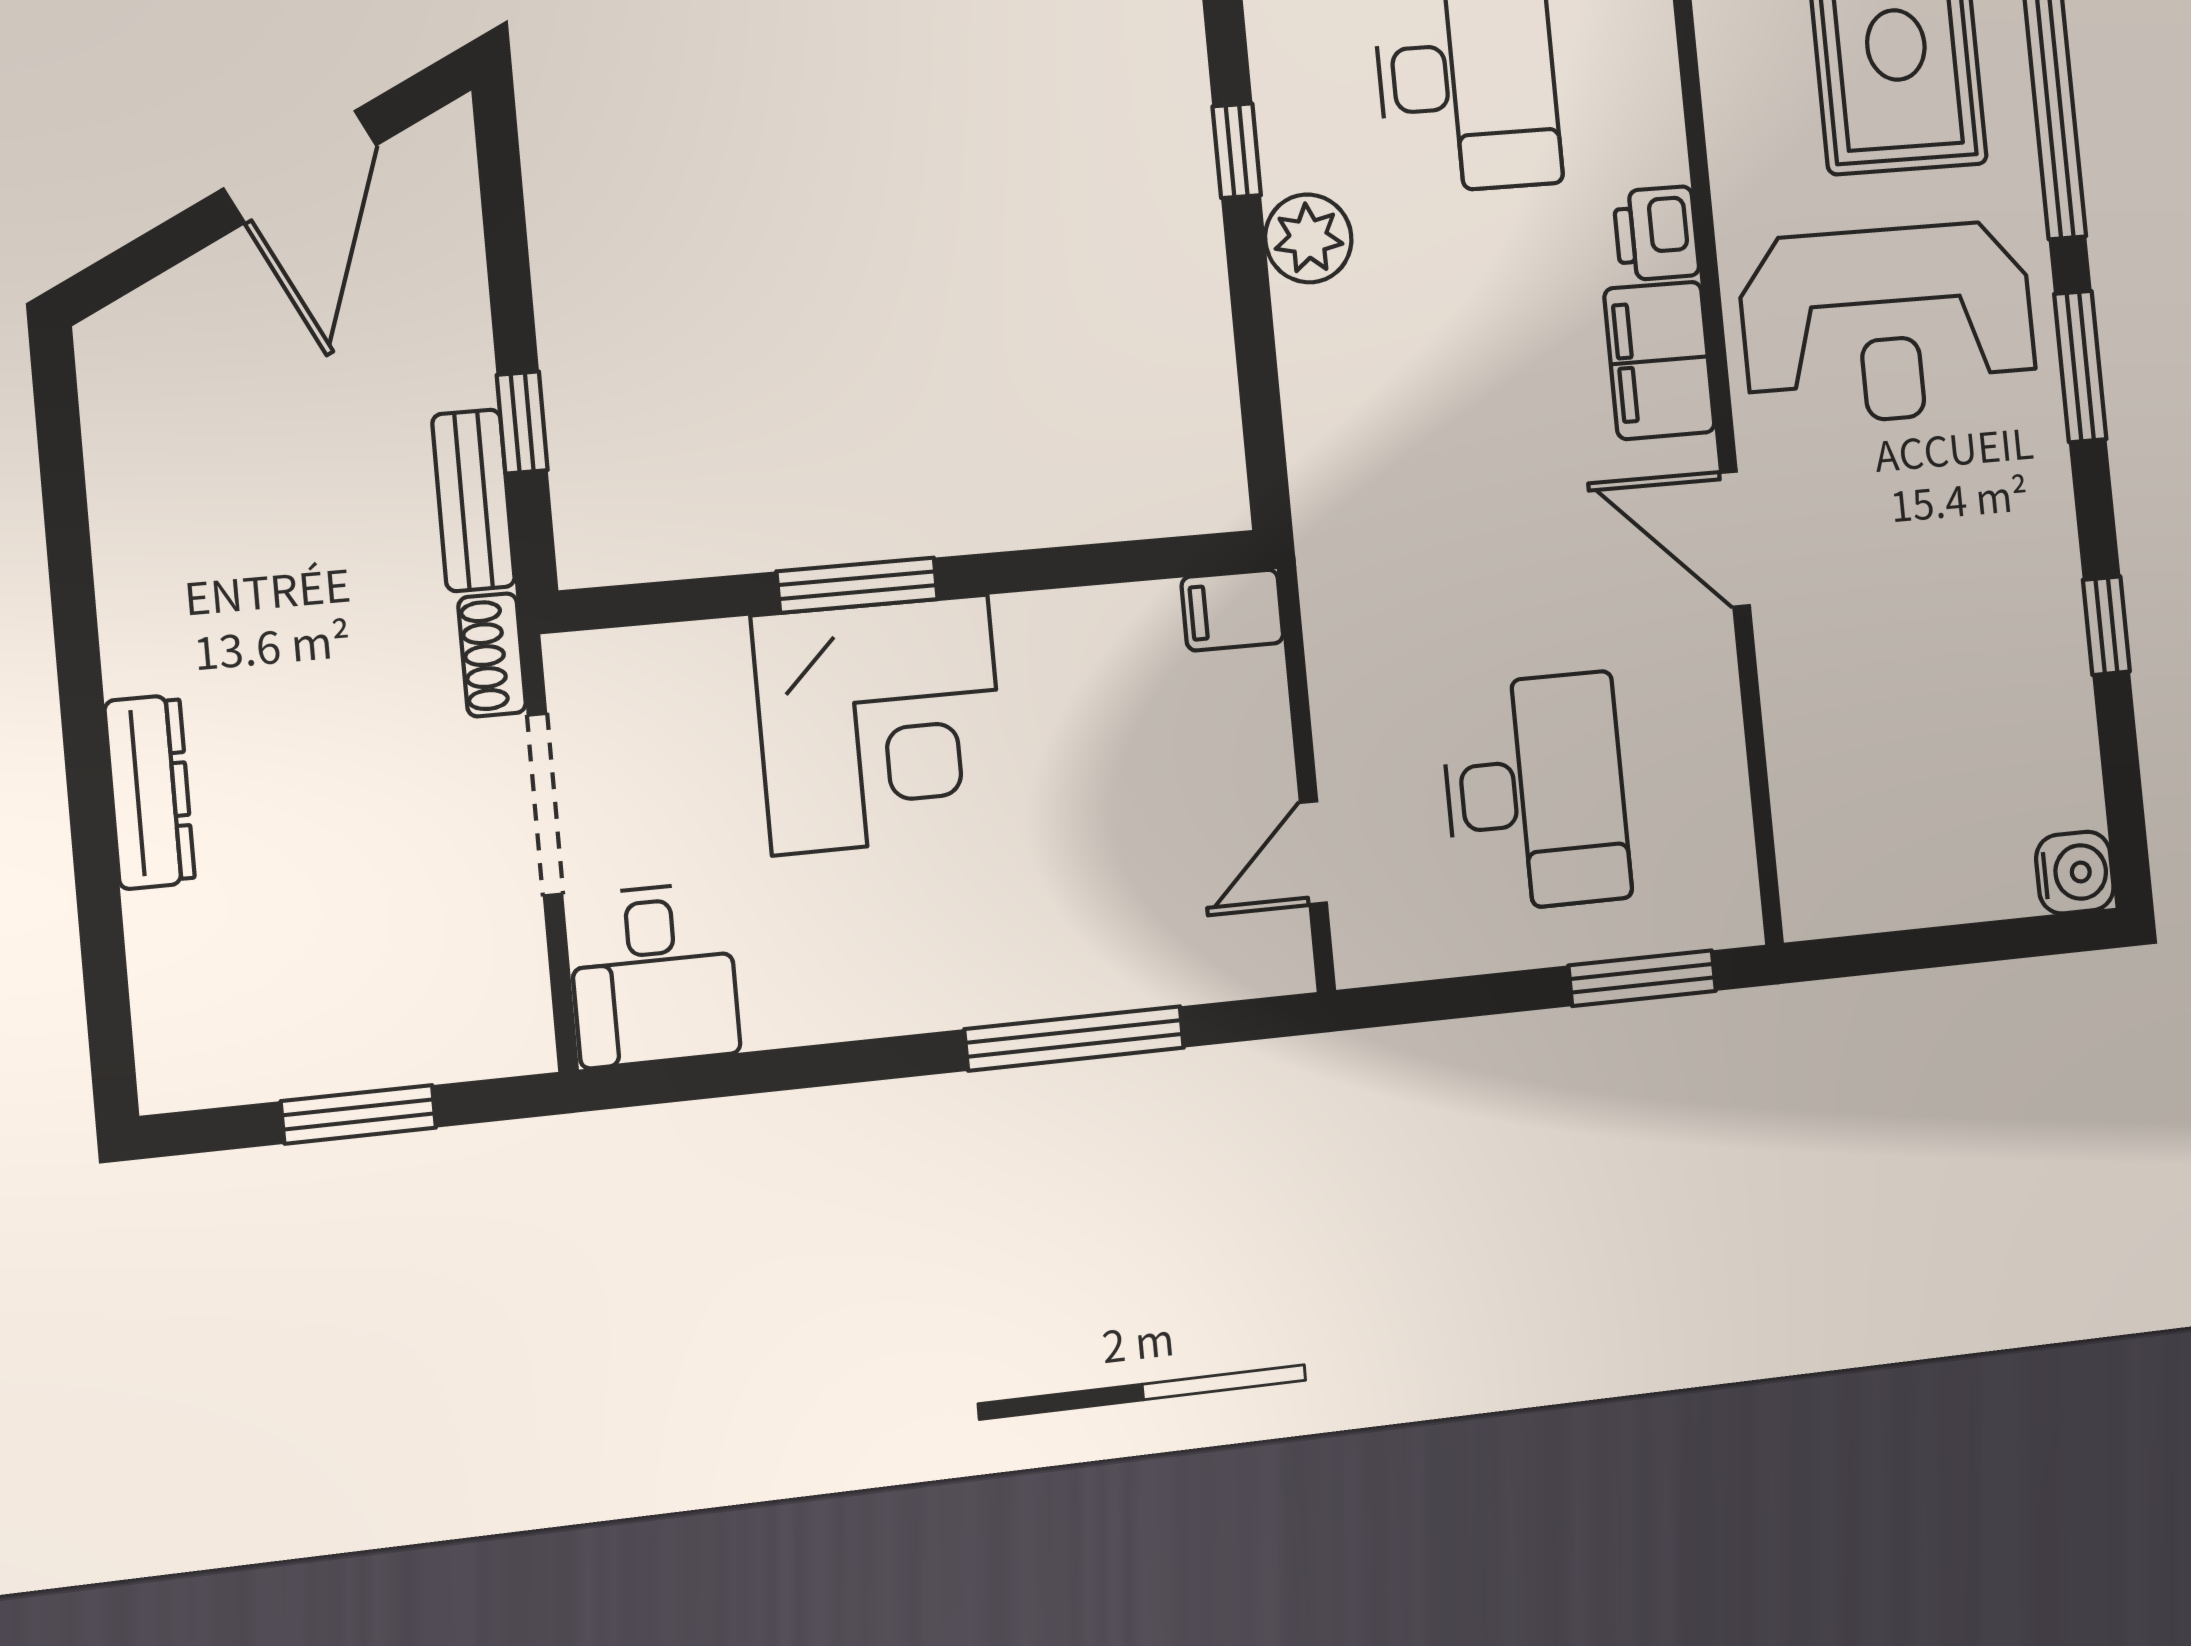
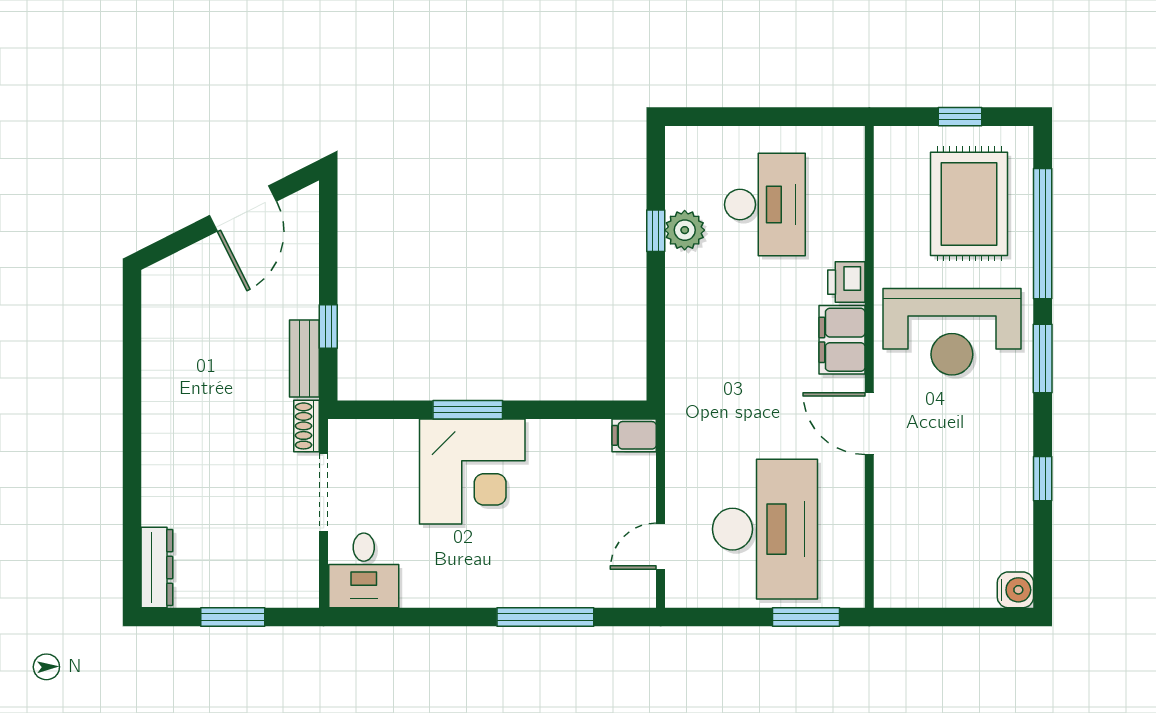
plant: (1308, 238) -> (685, 230), moved
dresser: (150, 792) -> (157, 568), moved
desk: (1536, 792) -> (765, 529), width x1.36, depth x1.30

